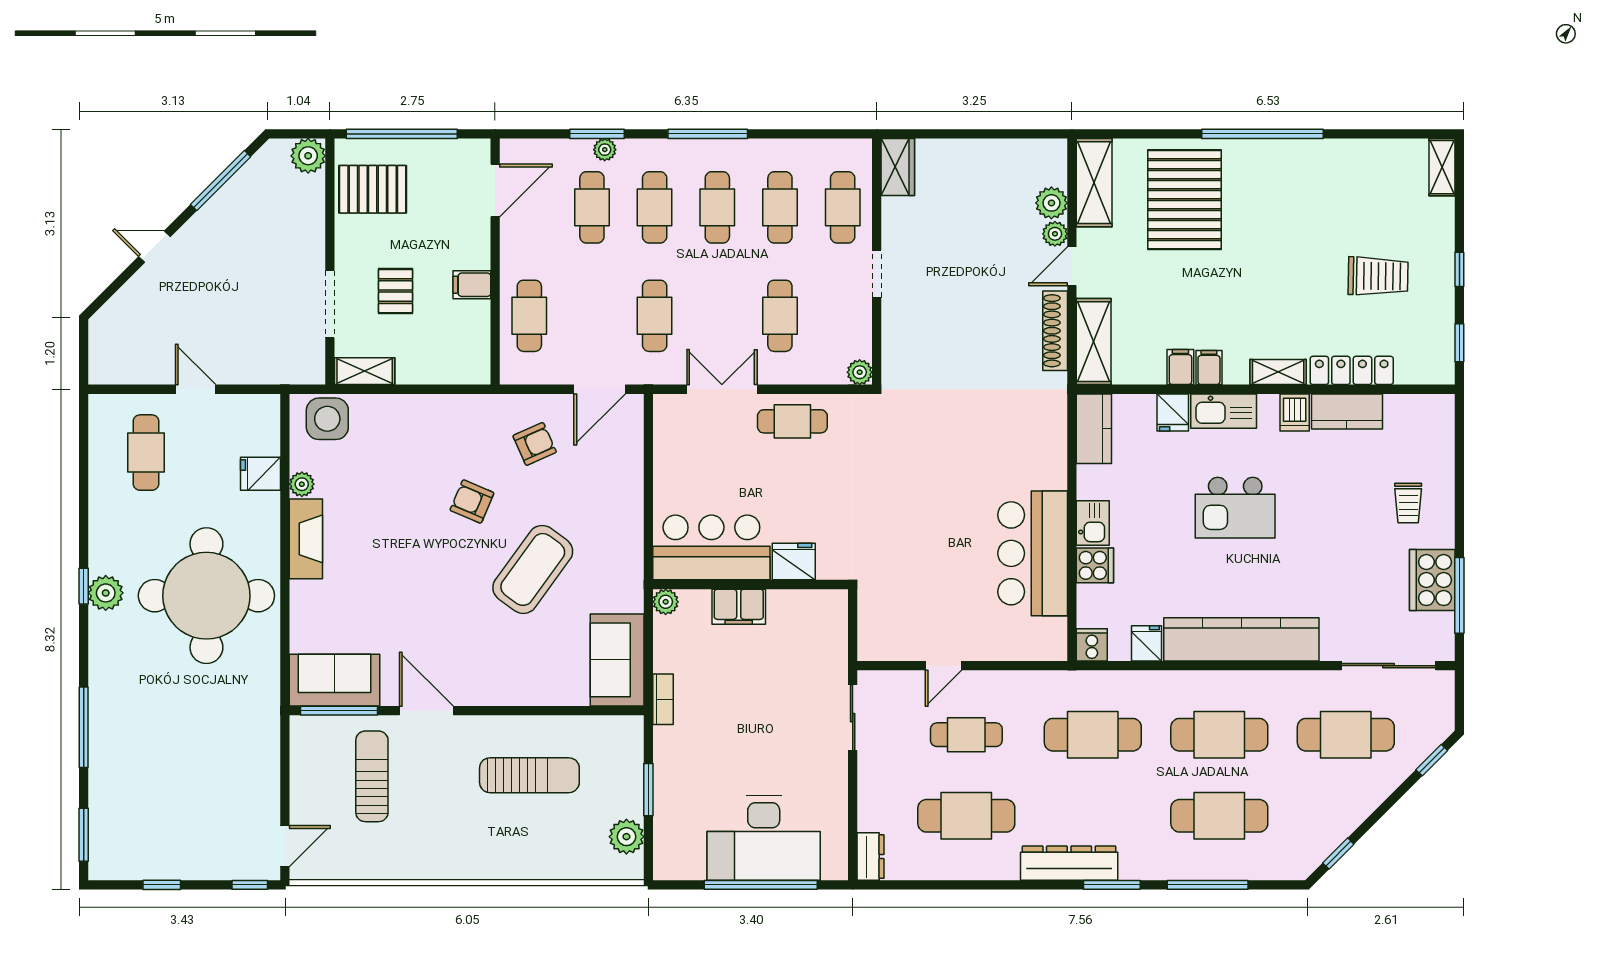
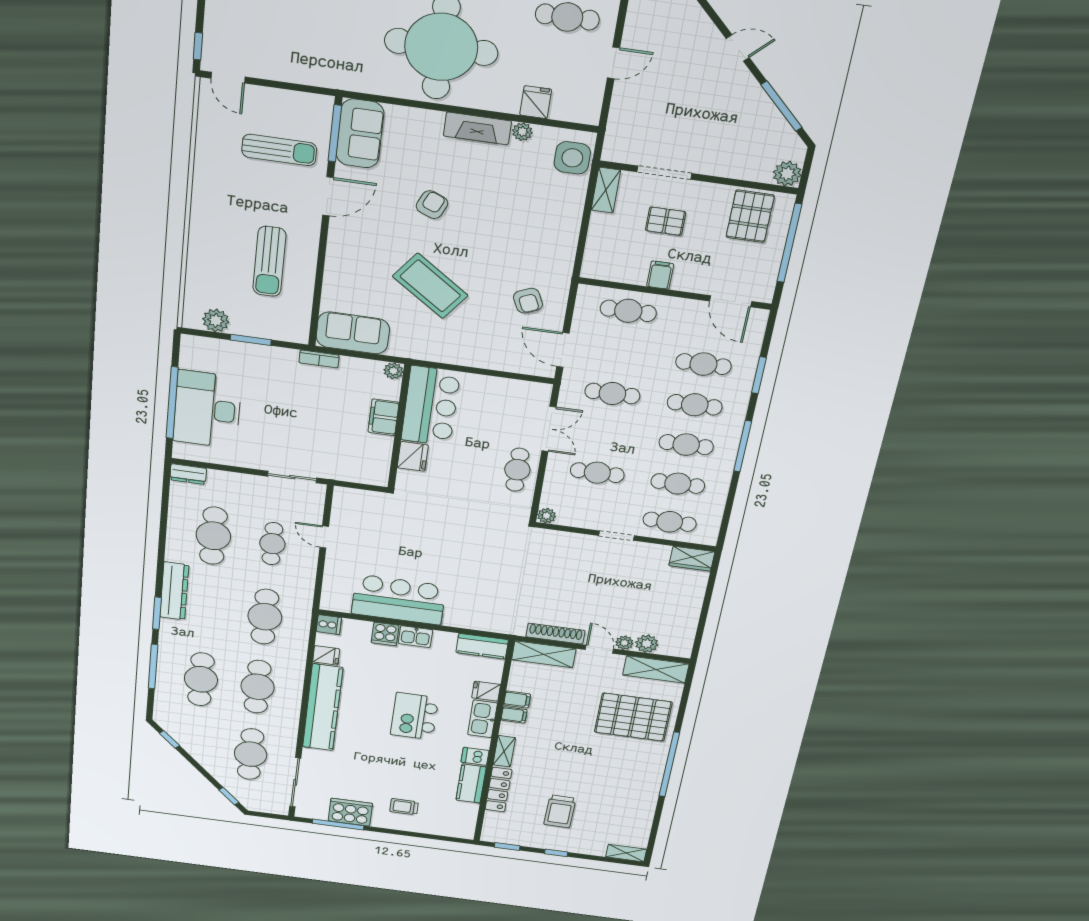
plant: (605, 150) -> (746, 379), removed
door: (155, 247) -> (738, 48), hinge flipped
armchair: (472, 501) -> (432, 205), moved

